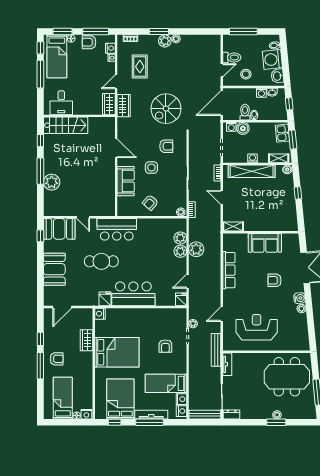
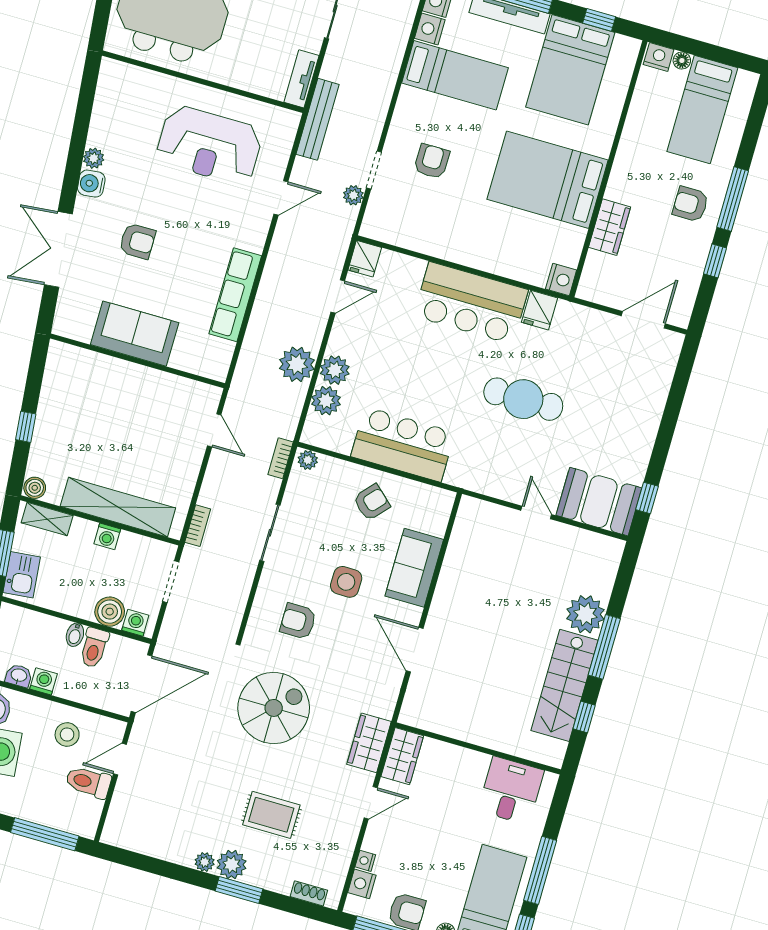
rug: (140, 67) -> (271, 815), moved, turned 90
stairs: (66, 125) -> (564, 685), moved, turned -90
door: (222, 197) -> (214, 430), moved
shelving: (233, 227) -> (197, 392), removed
bar counter: (117, 229) -> (403, 444), moved
booth: (54, 269) -> (637, 412), removed

